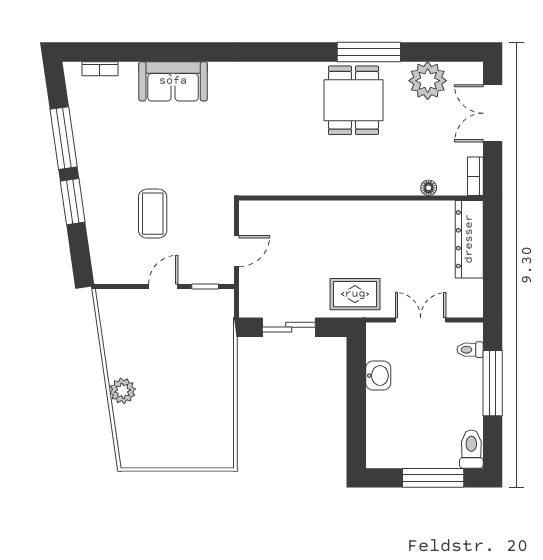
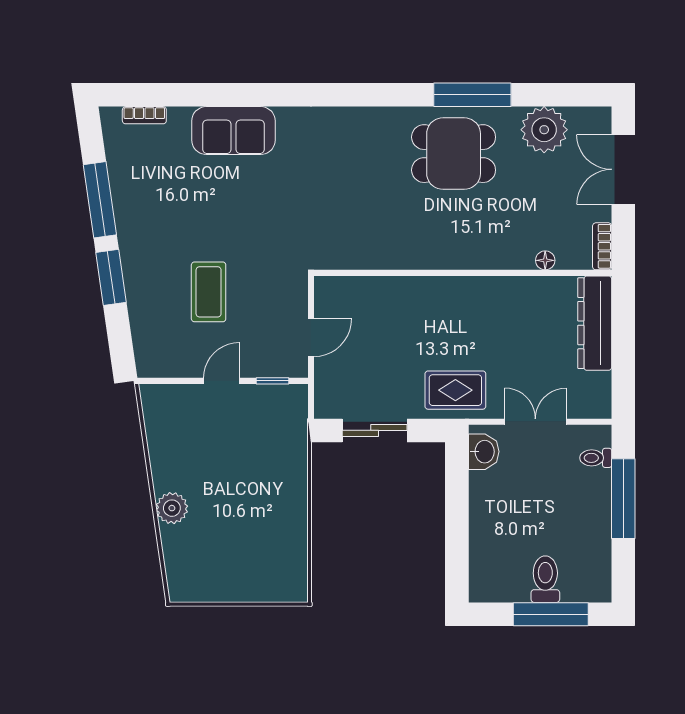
dining table: (353, 100) -> (454, 154), turned 90
washbasin: (378, 376) -> (484, 452), moved
toilet: (471, 449) -> (545, 579), moved

